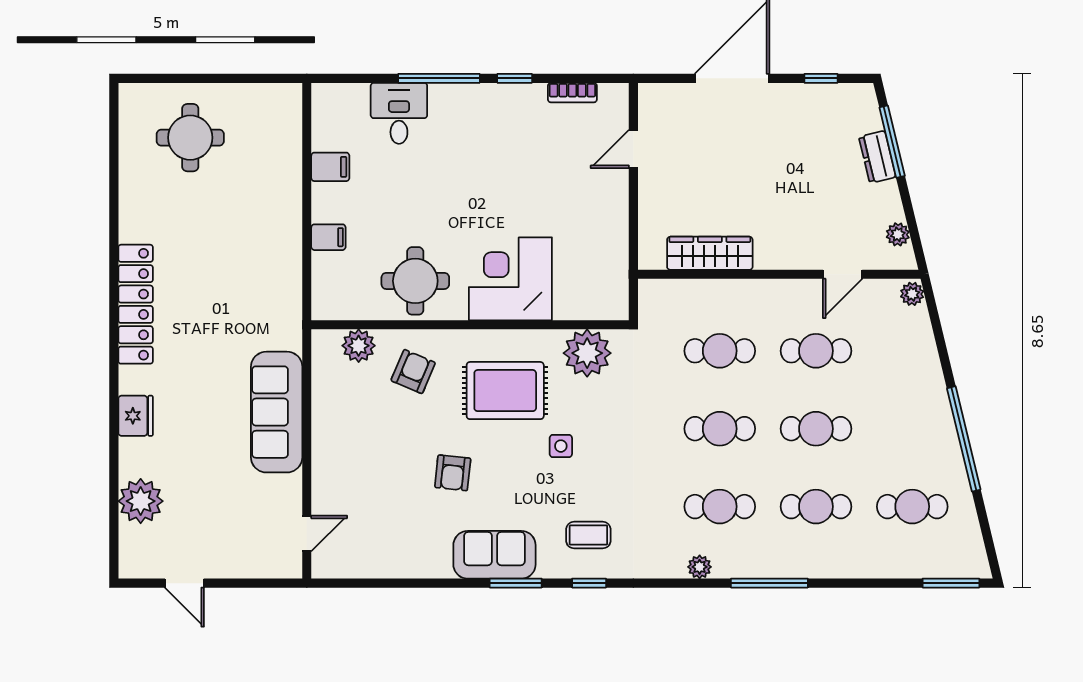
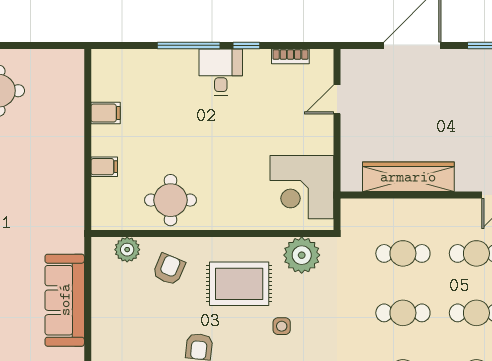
desk: (399, 113) -> (221, 72), moved
wardrobe: (710, 253) -> (408, 177), width x1.40, depth x1.17
corner desk: (510, 279) -> (302, 187), moved, turned -90

